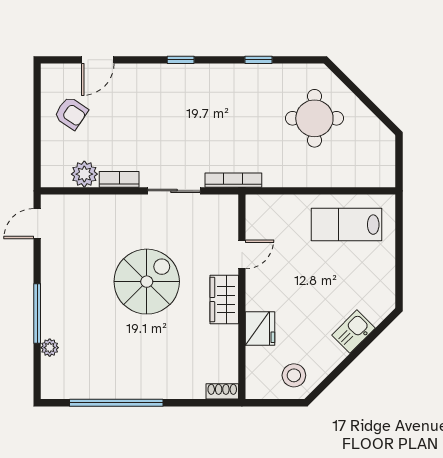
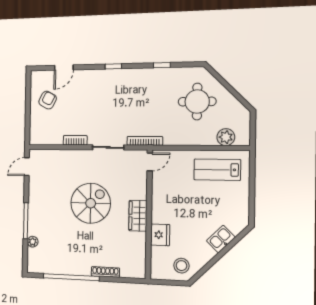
armchair: (71, 113) -> (48, 100), turned -96
plant: (84, 174) -> (226, 137), moved
door: (242, 254) -> (150, 162), moved
shoe rack: (222, 391) -> (105, 272), moved, width x1.43

